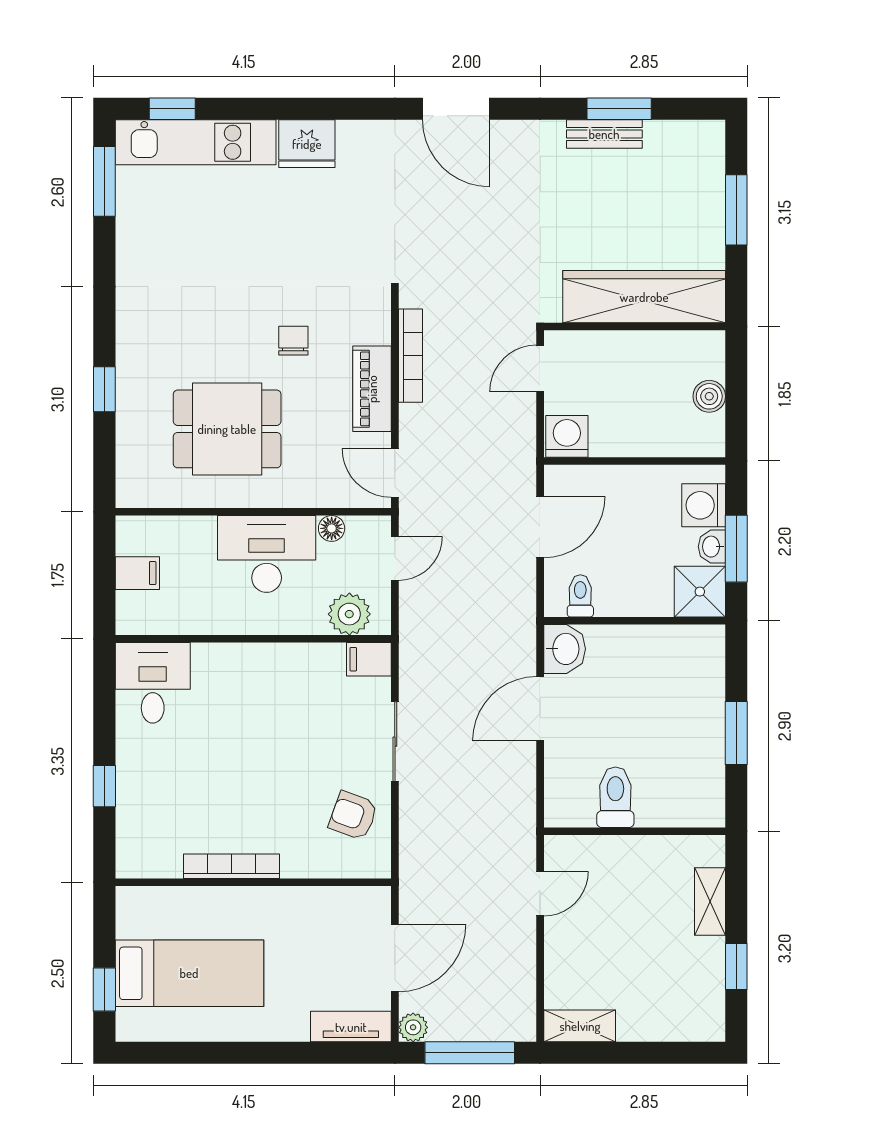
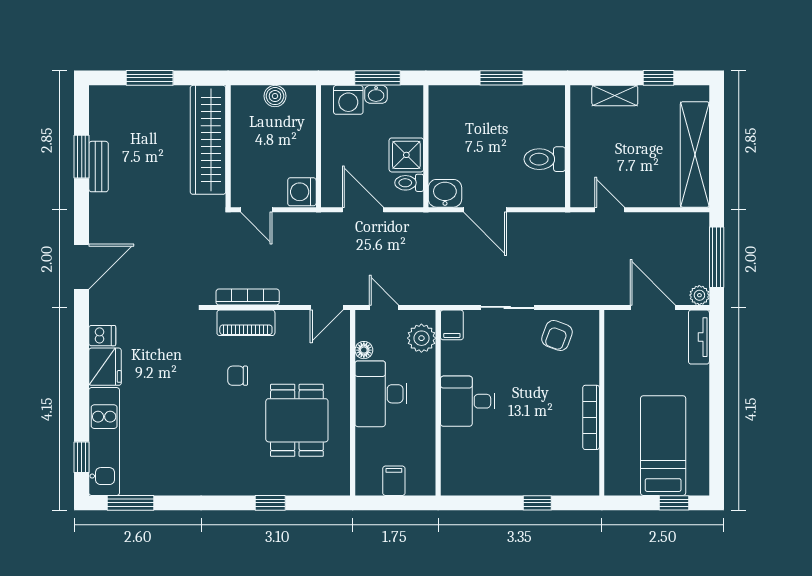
dishwasher: (353, 139) -> (102, 336), added
piano: (372, 389) -> (246, 323), moved
shower: (700, 592) -> (406, 155), moved
desk: (153, 683) -> (468, 401), moved
shelving: (580, 1026) -> (695, 154), width x2.20, depth x1.33

